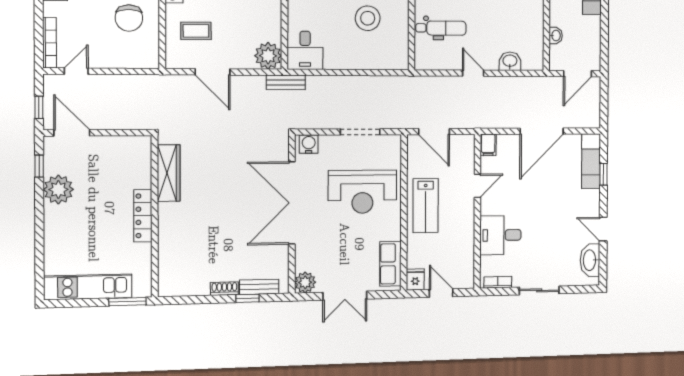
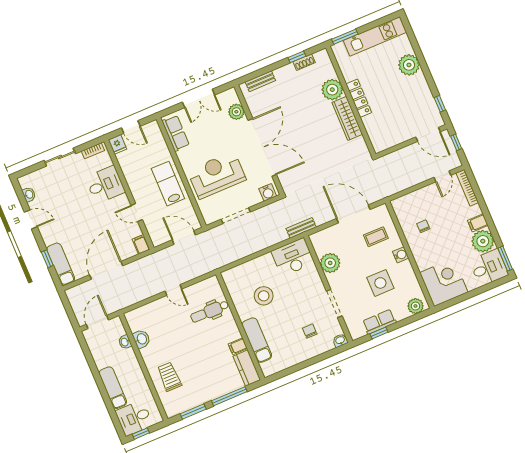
chair: (129, 18) -> (423, 226), width x0.54, depth x0.54
desk: (305, 50) -> (293, 257), width x1.37
plant: (268, 56) -> (330, 263), moved
washbasin: (510, 61) -> (141, 339), moved, turned -90
door: (213, 72) -> (353, 214), width x1.36
wardrobe: (169, 173) -> (347, 118), moved
door: (477, 186) -> (137, 213), hinge flipped
plant: (58, 189) -> (409, 65), moved
plant: (172, 240) -> (332, 90), added
washbasin: (590, 260) -> (29, 194), width x0.52, depth x0.69
fridge: (415, 279) -> (117, 144), moved
plant: (305, 282) -> (236, 112), moved
shoe rack: (224, 289) -> (304, 62), moved
double door: (345, 296) -> (199, 98), swing flipped
window: (247, 298) -> (297, 57), moved

